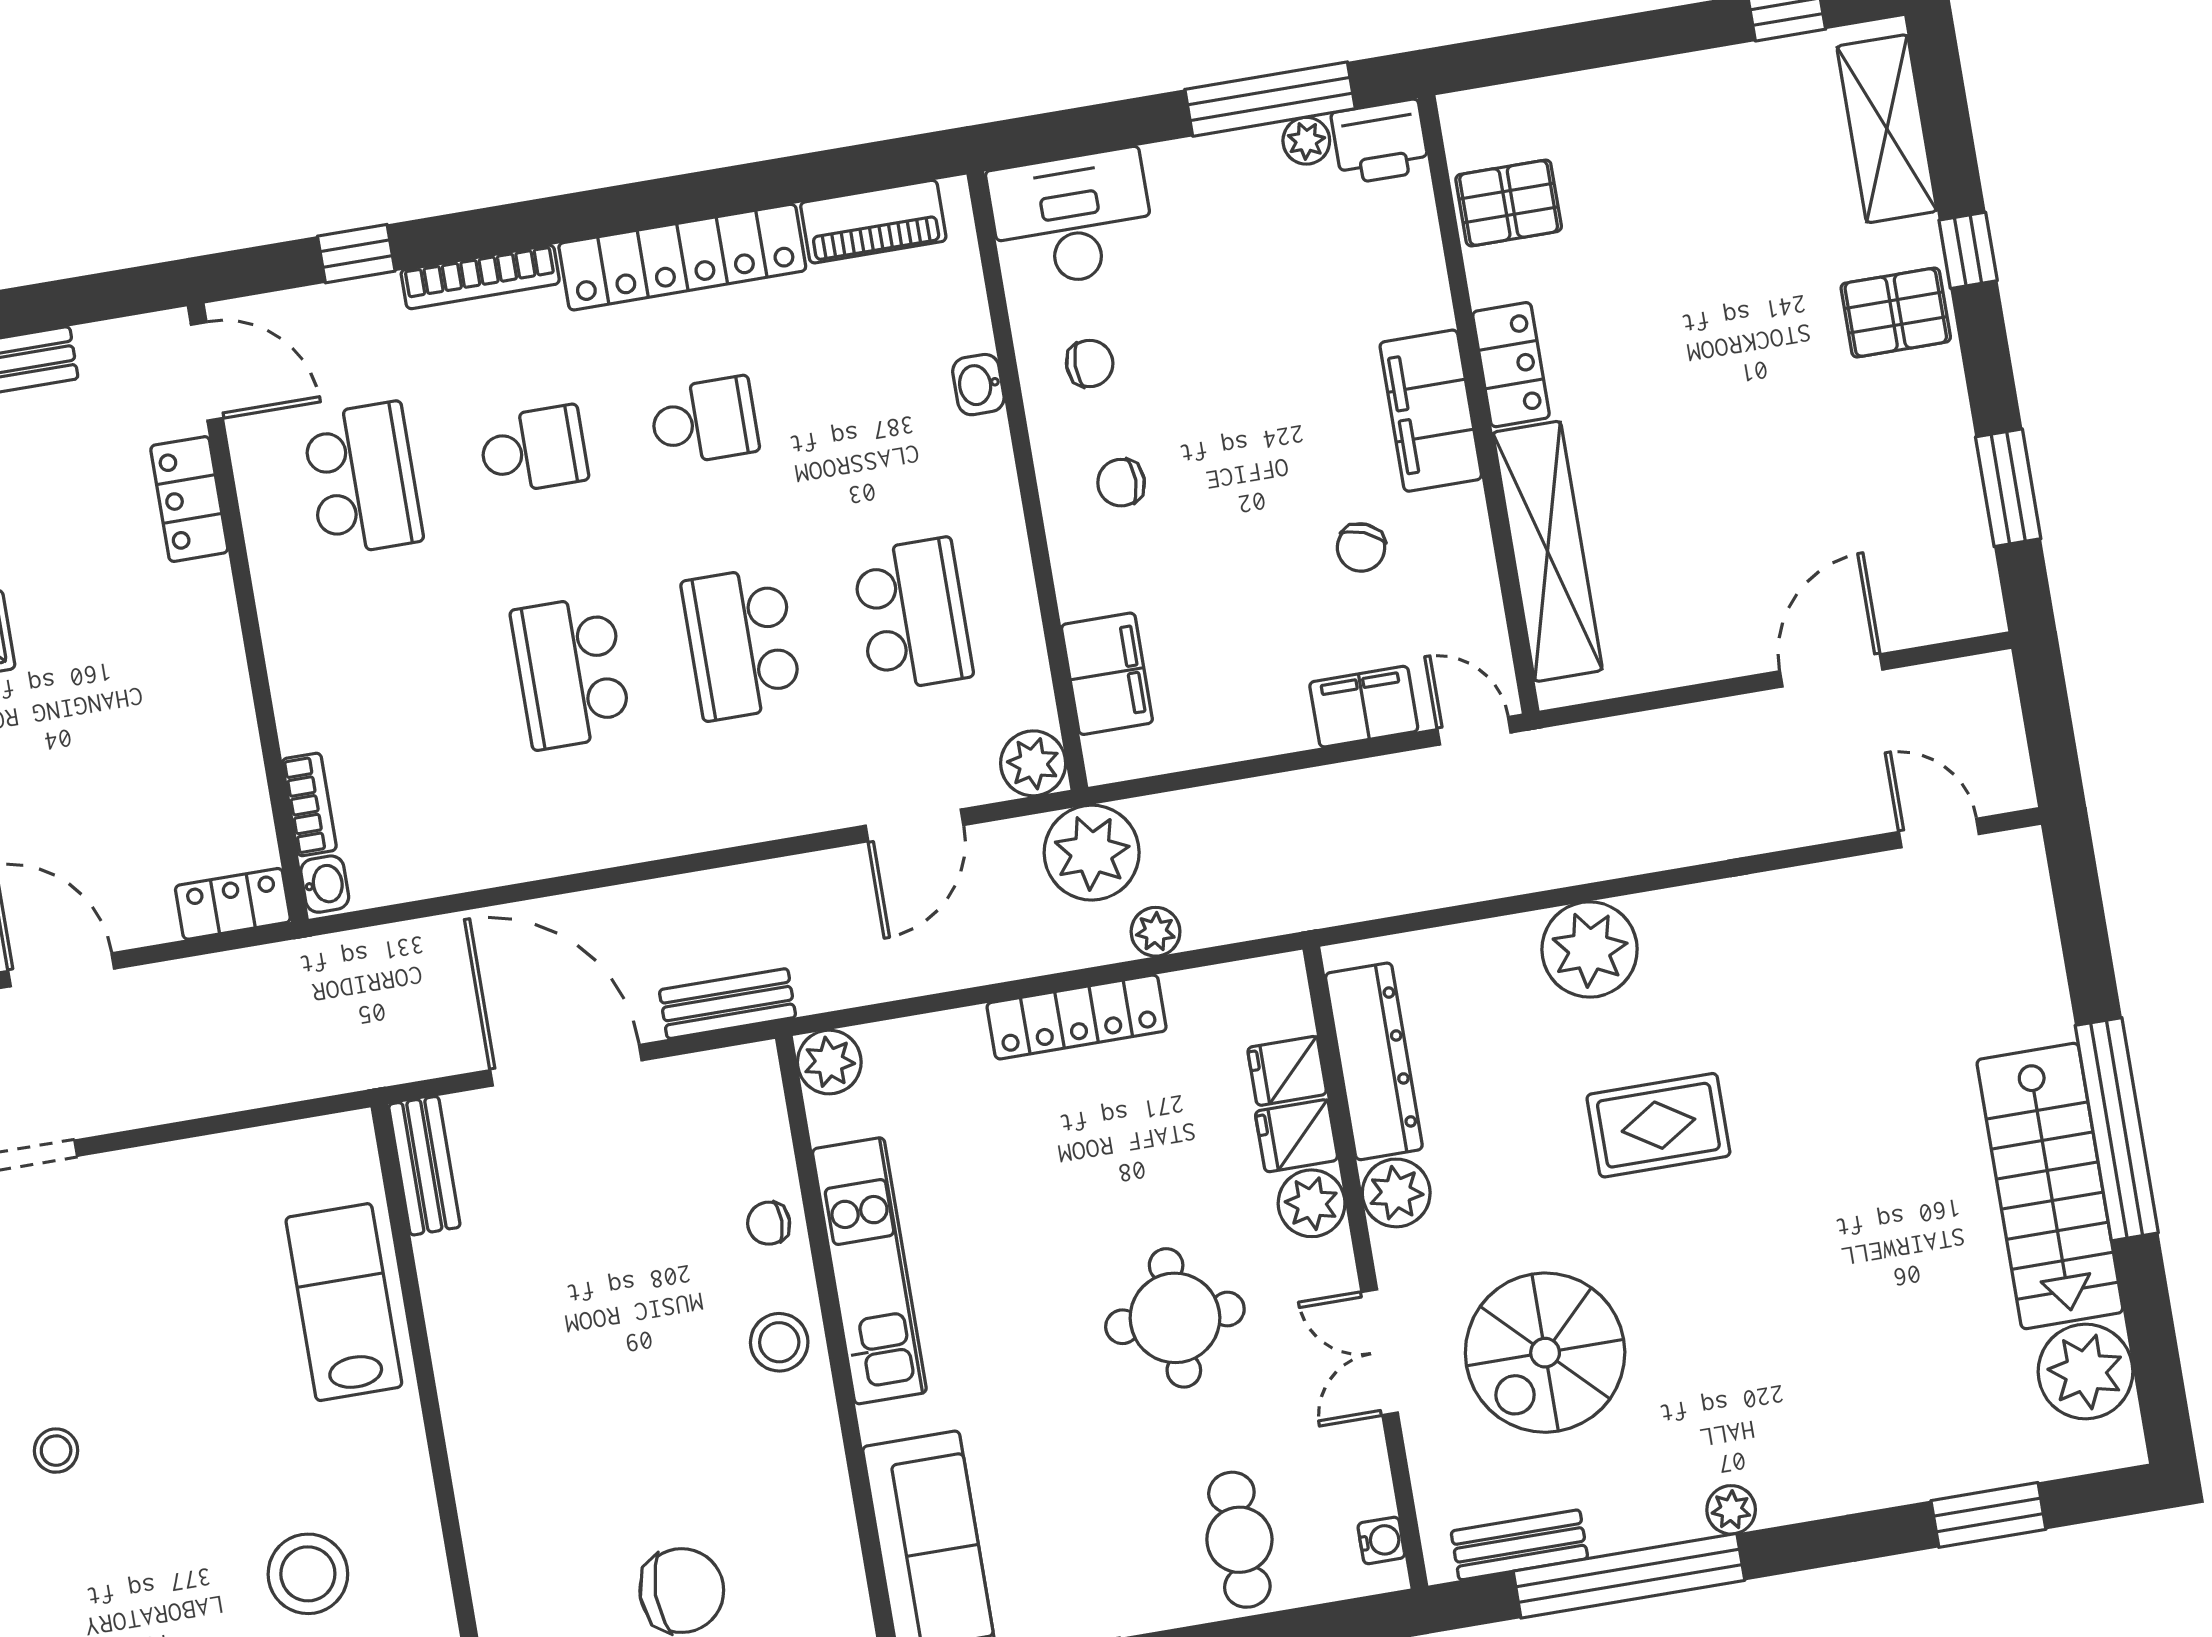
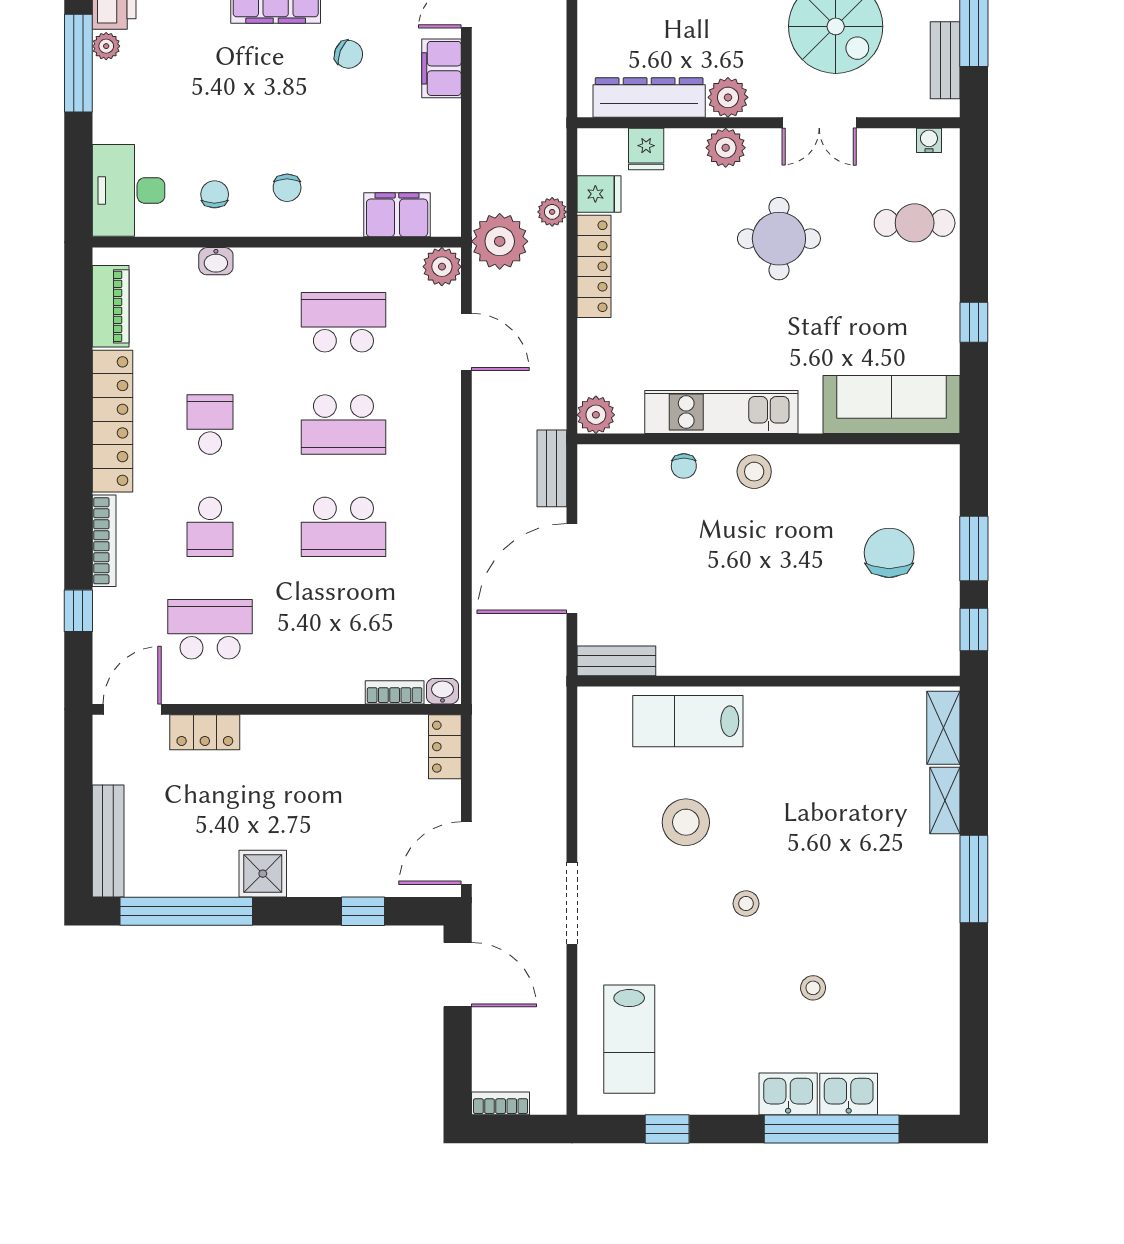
school desk: (533, 450) -> (210, 527), turned 180
fridge: (1297, 1136) -> (599, 194), moved, turned -90
stool: (308, 1574) -> (686, 822), moved

